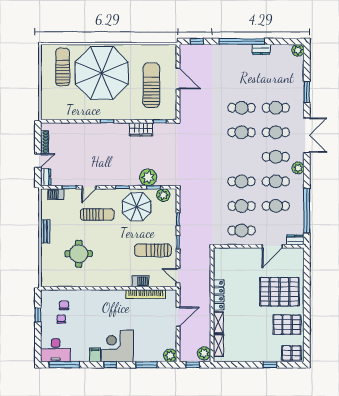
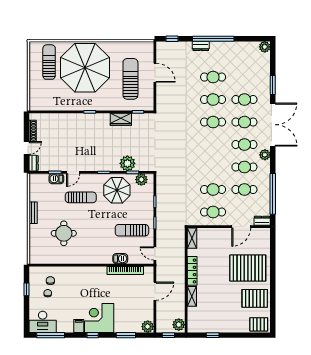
dresser: (261, 49) -> (201, 46), moved
double door: (307, 135) -> (273, 125), width x1.36
cafe table: (242, 181) -> (213, 77), moved
barbecue: (56, 194) -> (56, 179), moved
shelving: (218, 346) -> (192, 238), moved
window: (270, 365) -> (213, 335), moved

